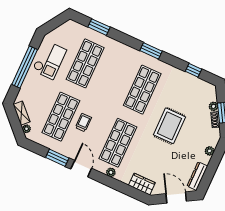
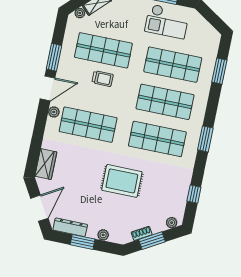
shop shelf: (114, 77) -> (165, 102), added
plant: (213, 106) -> (172, 223), moved
window: (211, 169) -> (83, 242), added
plant: (111, 172) -> (54, 112), moved

